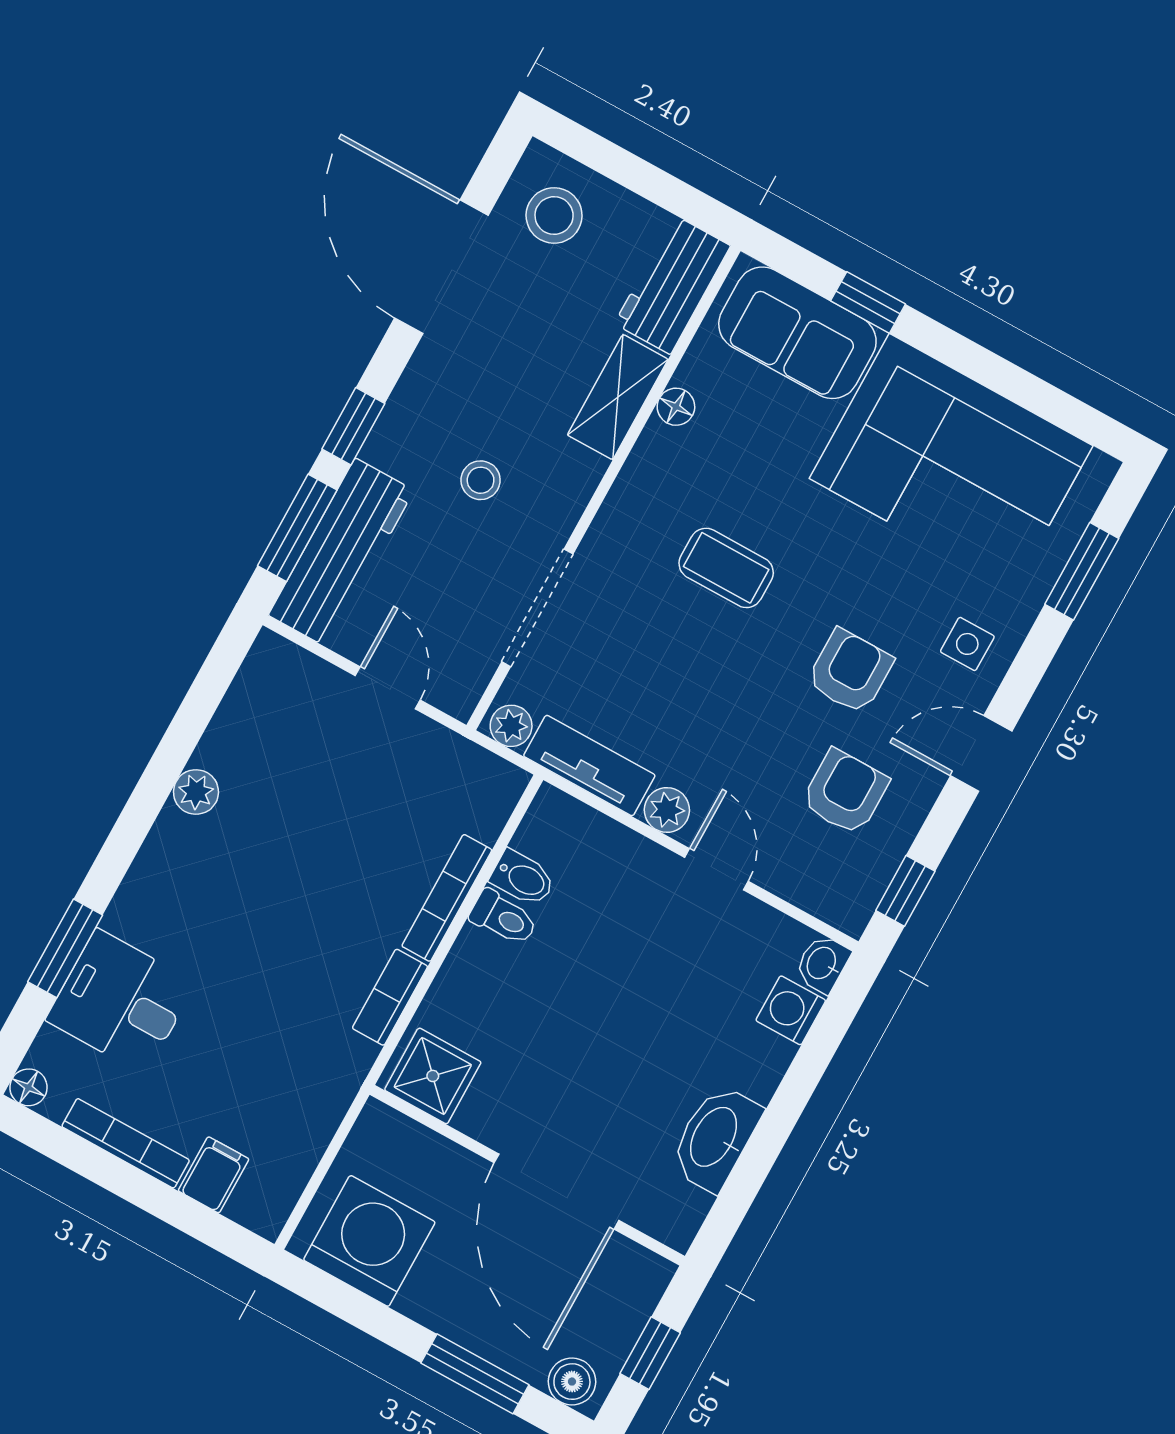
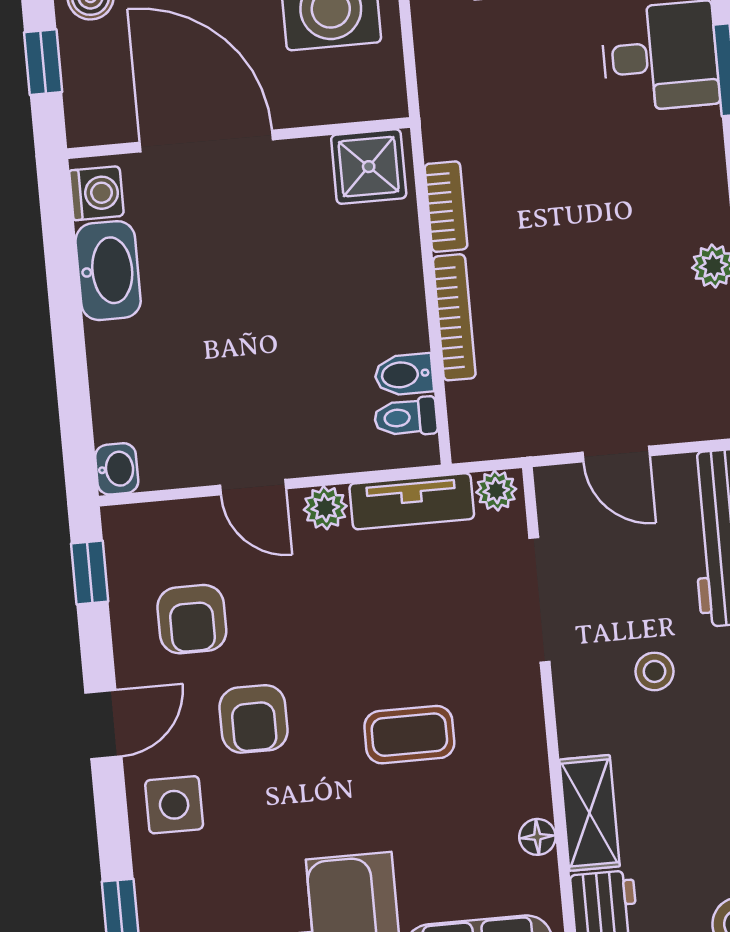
side table: (967, 644) -> (174, 805), width x1.37, depth x1.37
toilet: (504, 918) -> (406, 417), moved
washing machine: (791, 1010) -> (97, 193), moved

